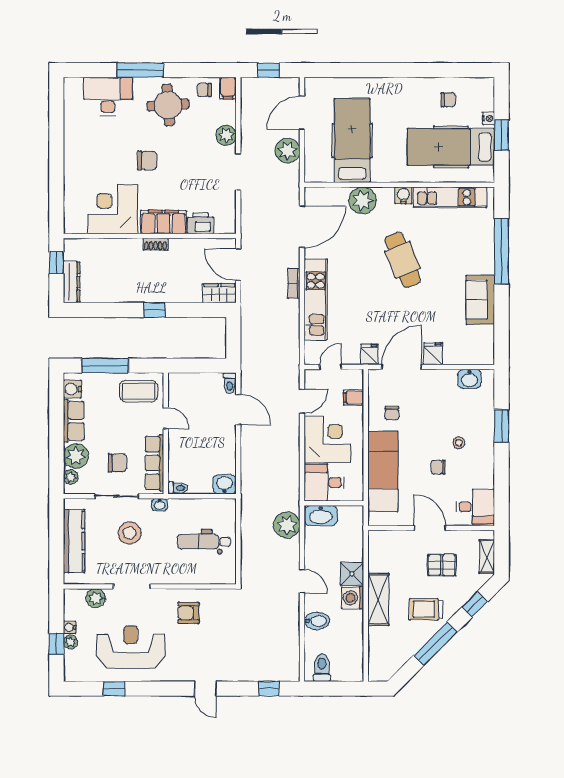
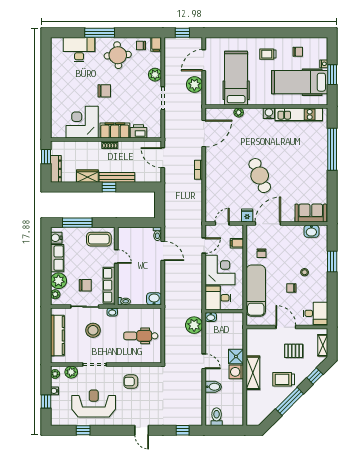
trolley: (402, 103) -> (268, 54), added
plant: (363, 200) -> (239, 112), width x0.53, depth x0.53
cafe table: (403, 260) -> (260, 176), moved
wardrobe: (219, 293) -> (87, 176), moved
bench: (167, 295) -> (117, 177), added
kitchen unit: (316, 299) -> (213, 180), removed
sofa: (480, 300) -> (311, 213), moved, turned 90
fridge: (433, 354) -> (288, 215), removed
washbasin: (321, 516) -> (211, 317), width x0.52, depth x0.69
plant: (71, 642) -> (55, 374), moved

